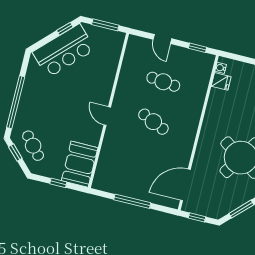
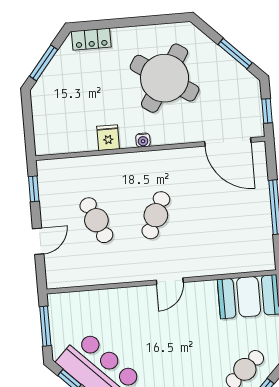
water cooler: (221, 68) -> (143, 140), moved
fridge: (221, 81) -> (108, 138), moved
cafe table: (163, 82) -> (96, 220), turned -30

